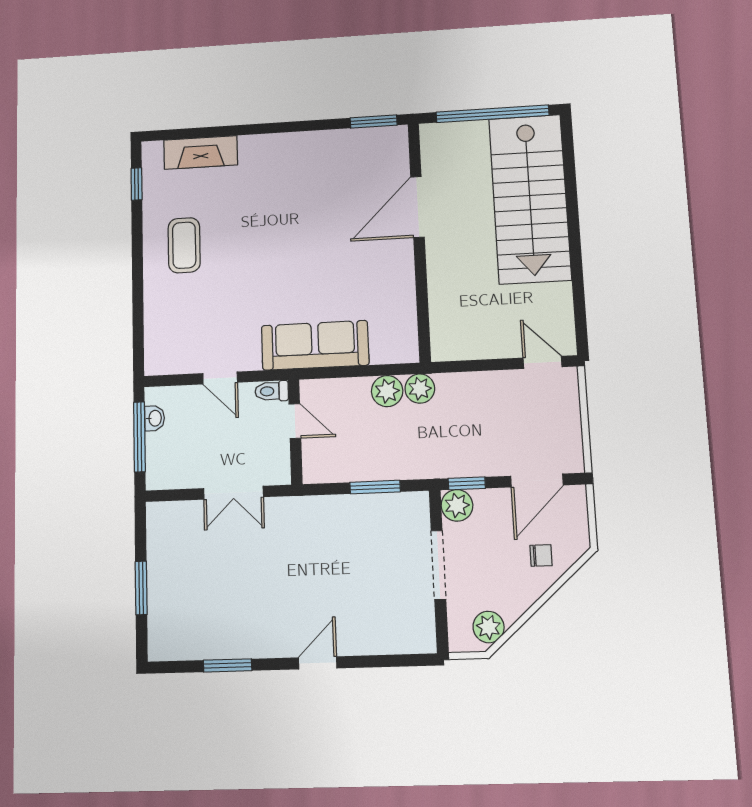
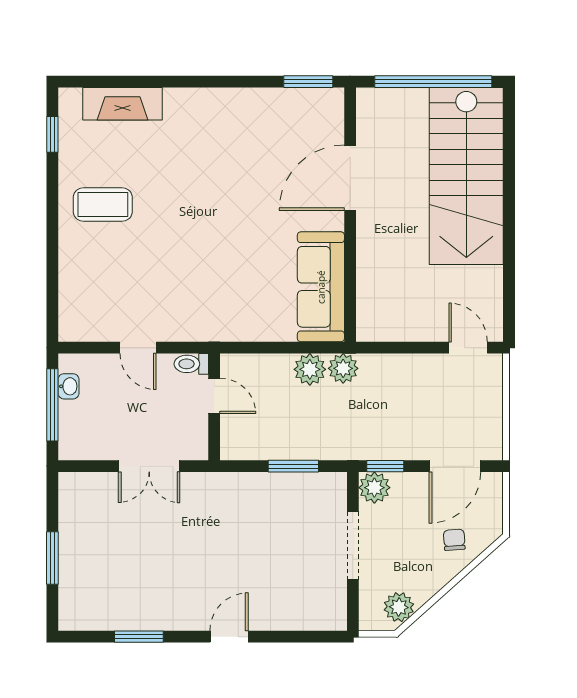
coffee table: (184, 245) -> (103, 204), turned 90
sofa: (315, 345) -> (321, 287), moved, turned -90
chair: (541, 555) -> (454, 540), turned -94

